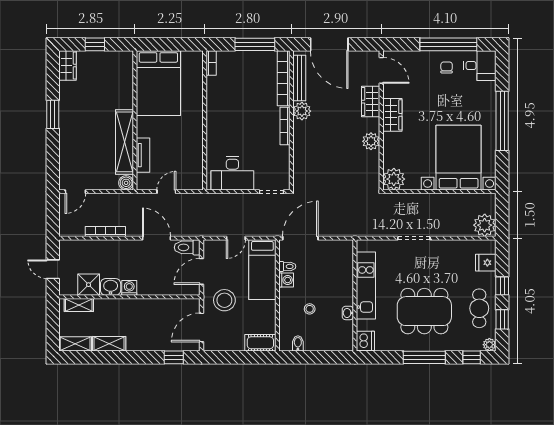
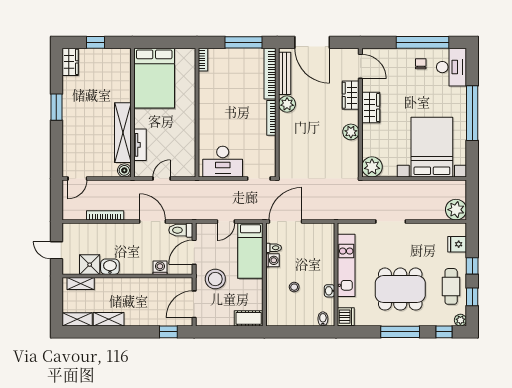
desk: (480, 66) -> (452, 67), width x1.37
washing machine: (129, 288) -> (160, 268), moved
bidet: (298, 343) -> (323, 319), moved

